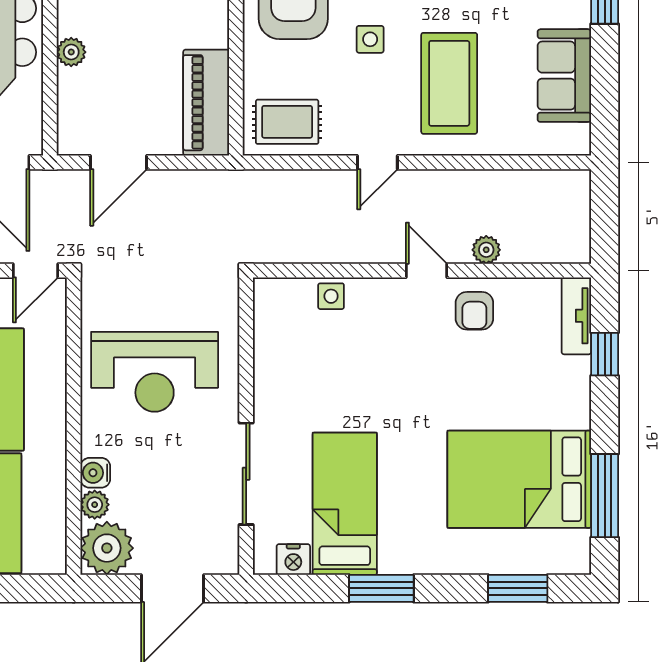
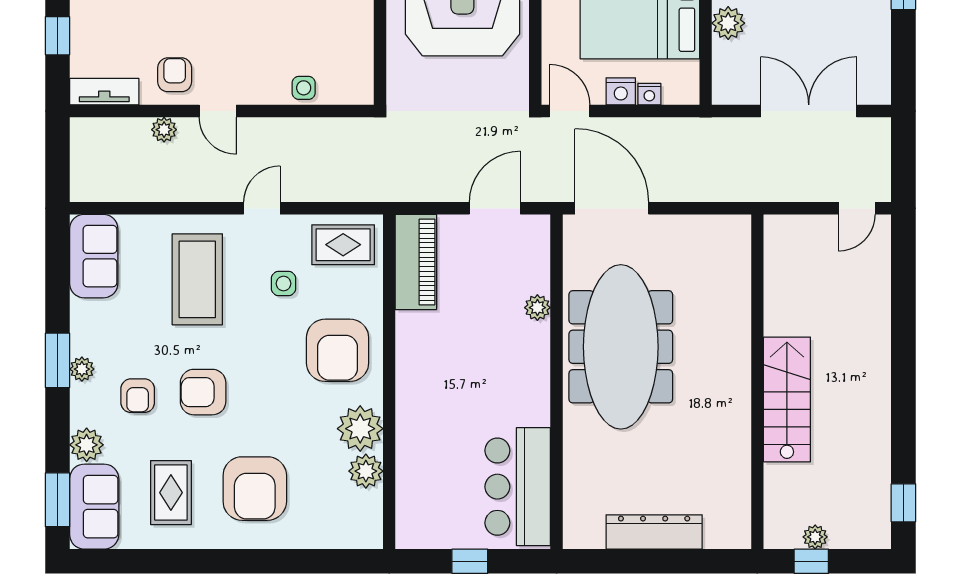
side table: (370, 39) -> (284, 283), moved
sofa: (564, 76) -> (94, 256), moved
door: (35, 271) -> (570, 111), hinge flipped
tv unit: (576, 316) -> (104, 92), moved, turned -90

